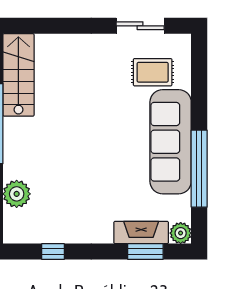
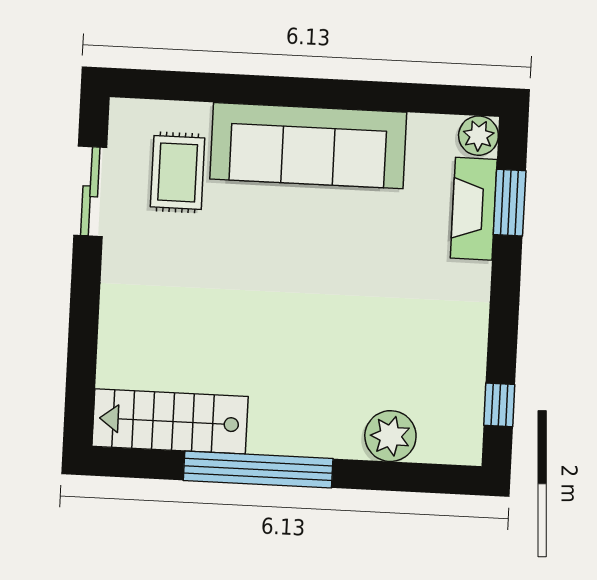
window: (199, 169) -> (361, 95), removed
window: (53, 252) -> (499, 405), moved

